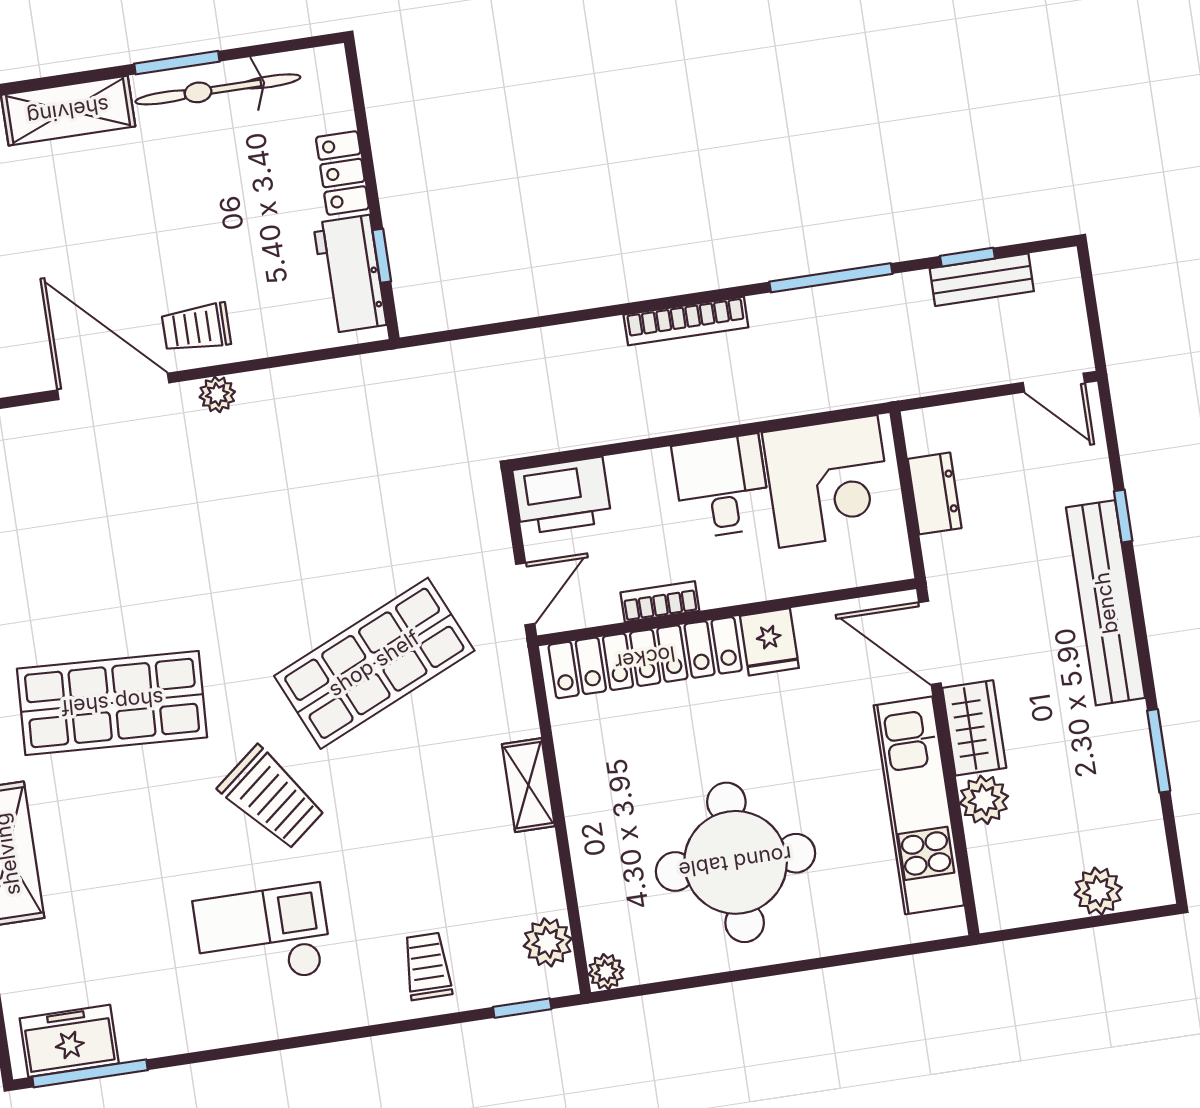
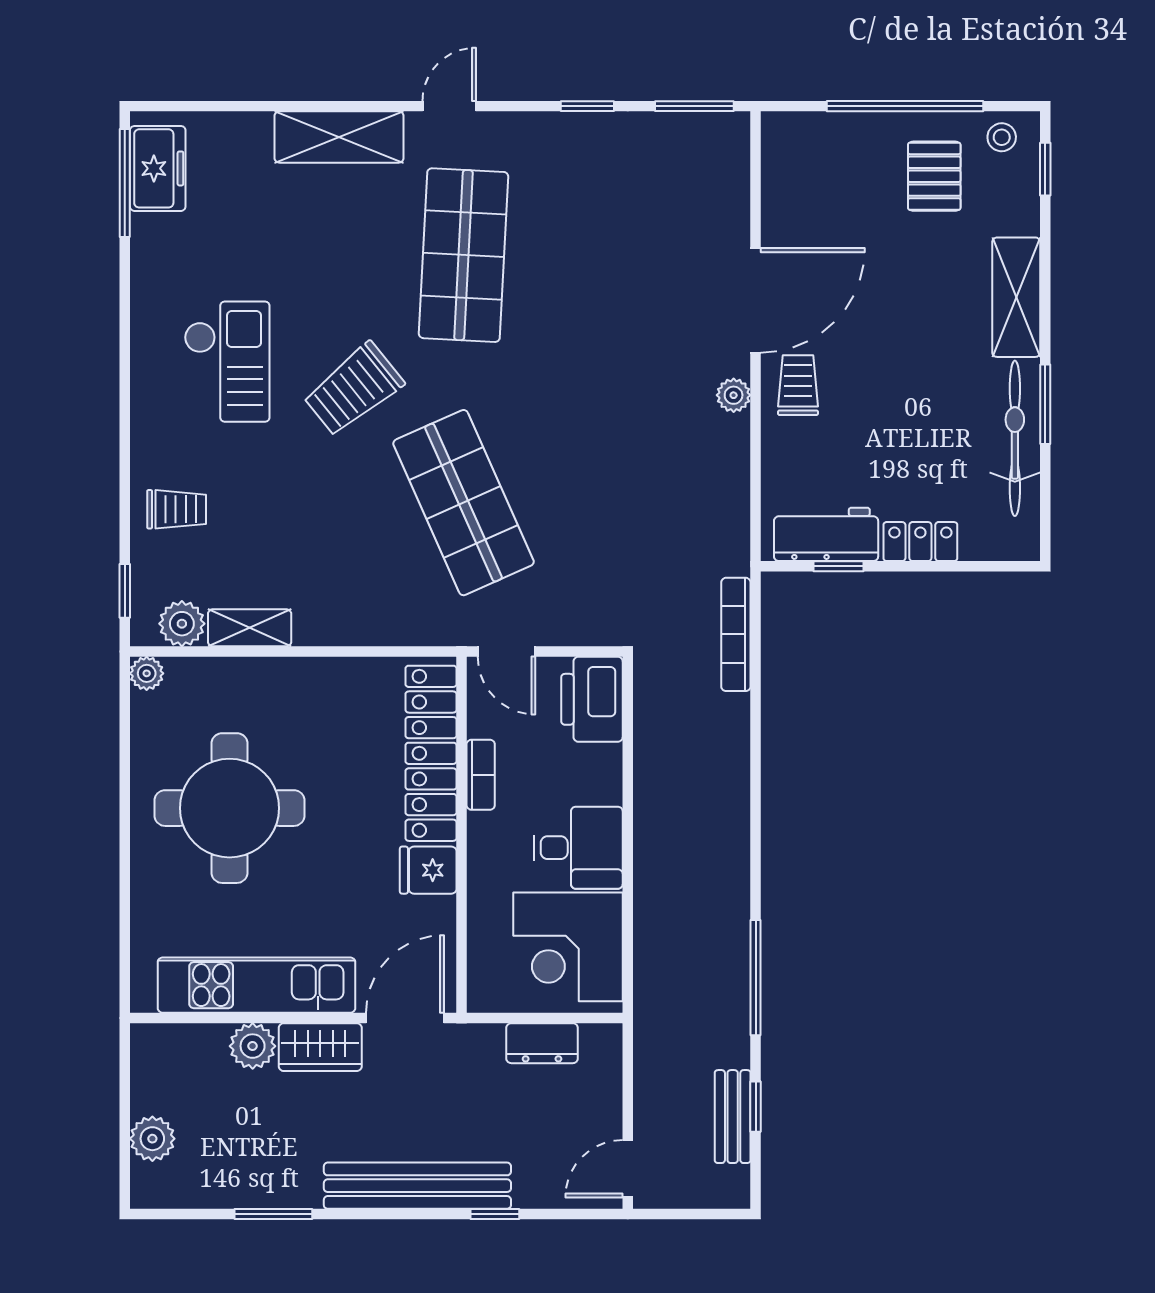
bookcase: (686, 321) -> (736, 634), moved
shelving: (528, 785) -> (250, 628), moved

